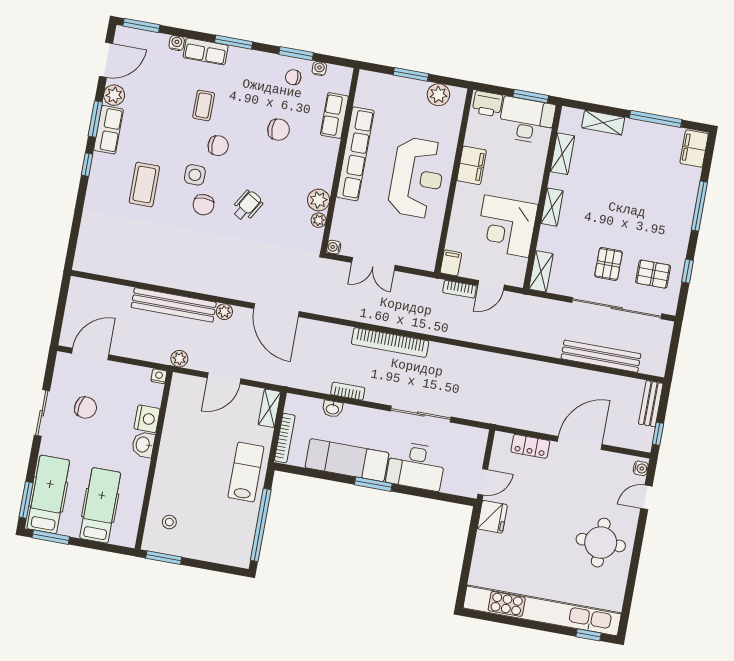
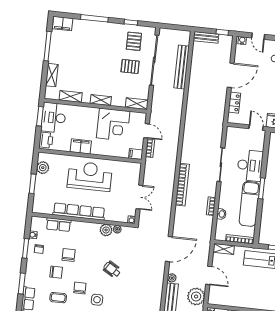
chair: (203, 205) -> (56, 272), moved
plant: (179, 359) -> (196, 297), width x1.87, depth x1.87
door: (580, 443) -> (231, 75), swing flipped

